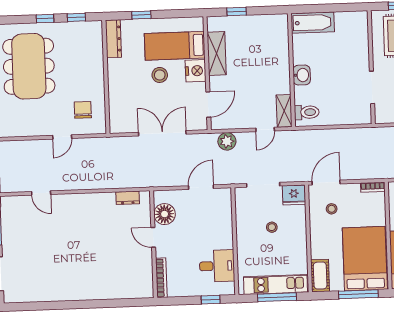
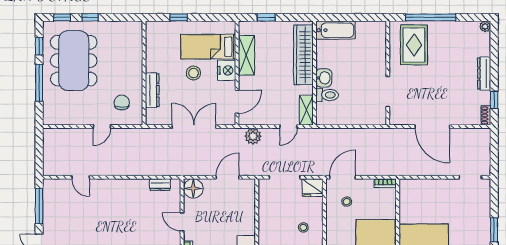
window: (76, 17) -> (62, 17), moved
dresser: (113, 39) -> (152, 90), moved
wardrobe: (279, 51) -> (303, 55), added
toilet: (307, 112) -> (327, 95), moved
floor lamp: (165, 214) -> (193, 188), moved
stool: (272, 227) -> (303, 227), moved

